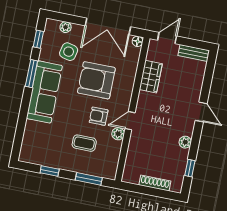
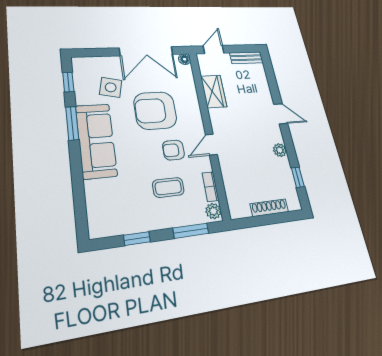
plant: (66, 27) -> (98, 62), removed
plant: (118, 134) -> (213, 211), moved
bookcase: (116, 153) -> (211, 187), added

